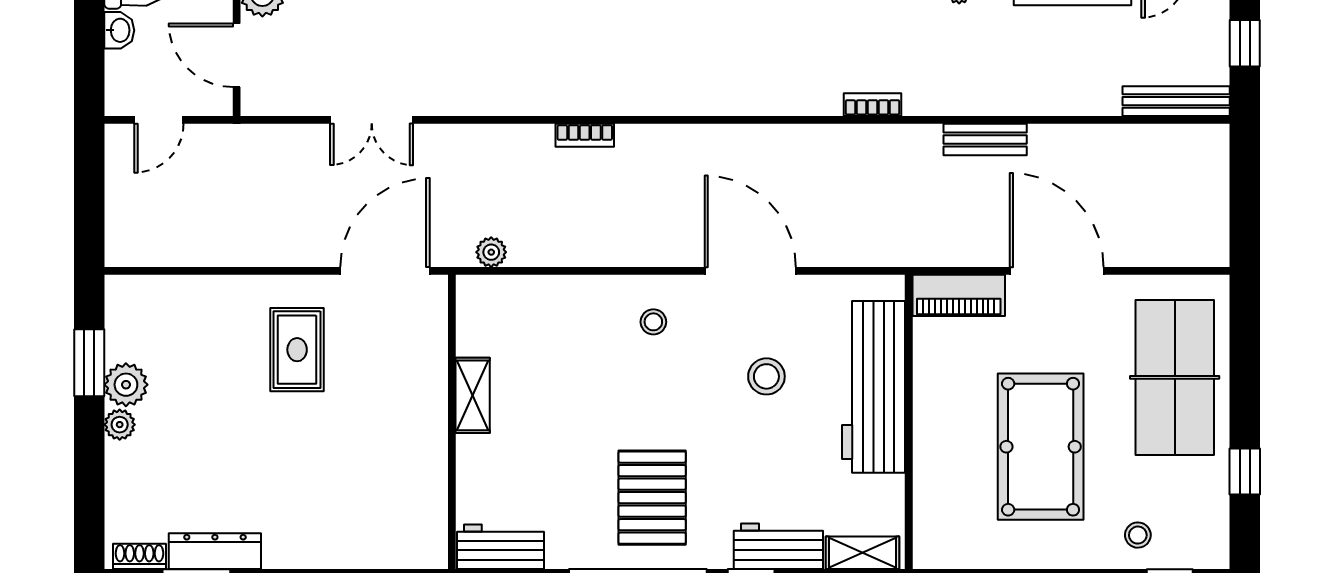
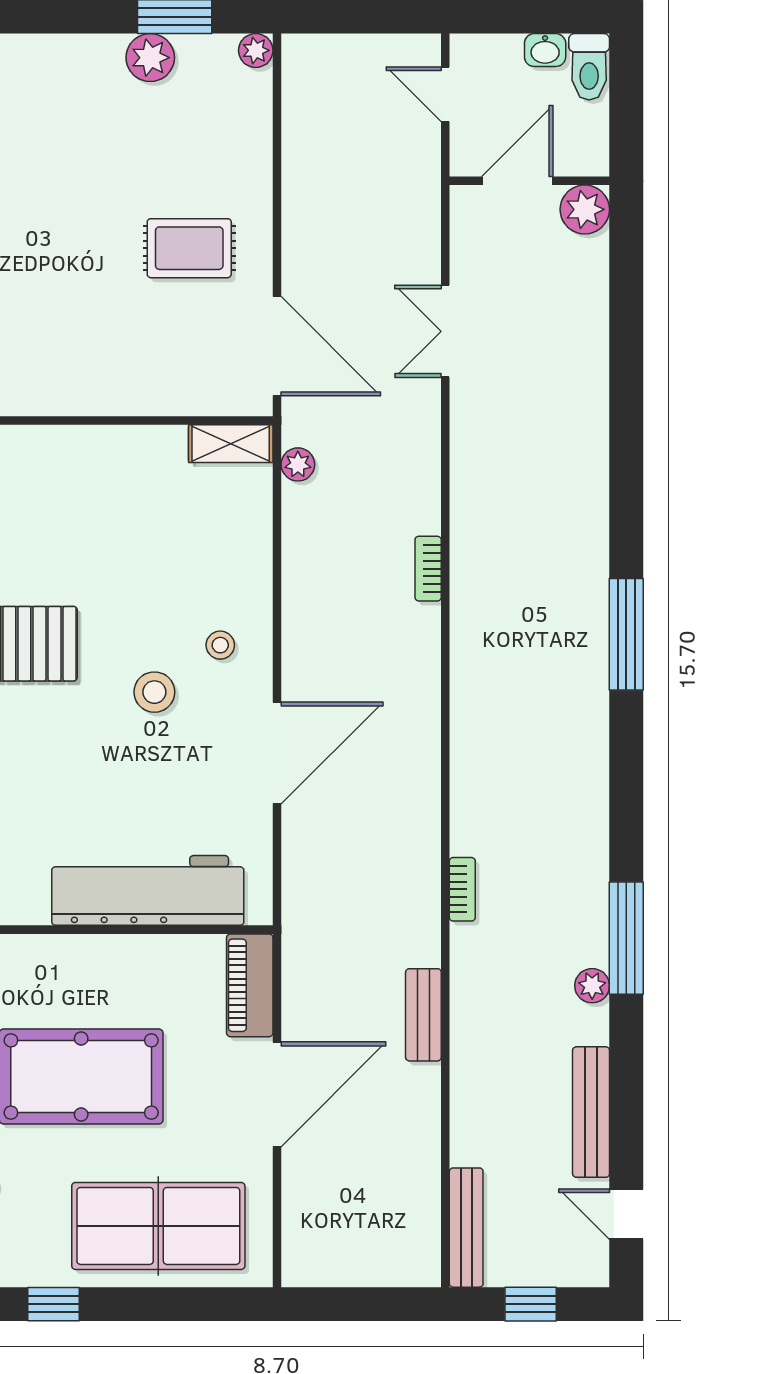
stool: (766, 376) -> (154, 692), moved
shelving: (473, 395) -> (231, 444), moved
plant: (120, 425) -> (256, 50), moved

